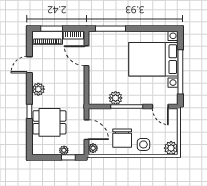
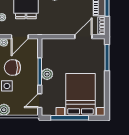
plant: (116, 98) -> (47, 74), moved

